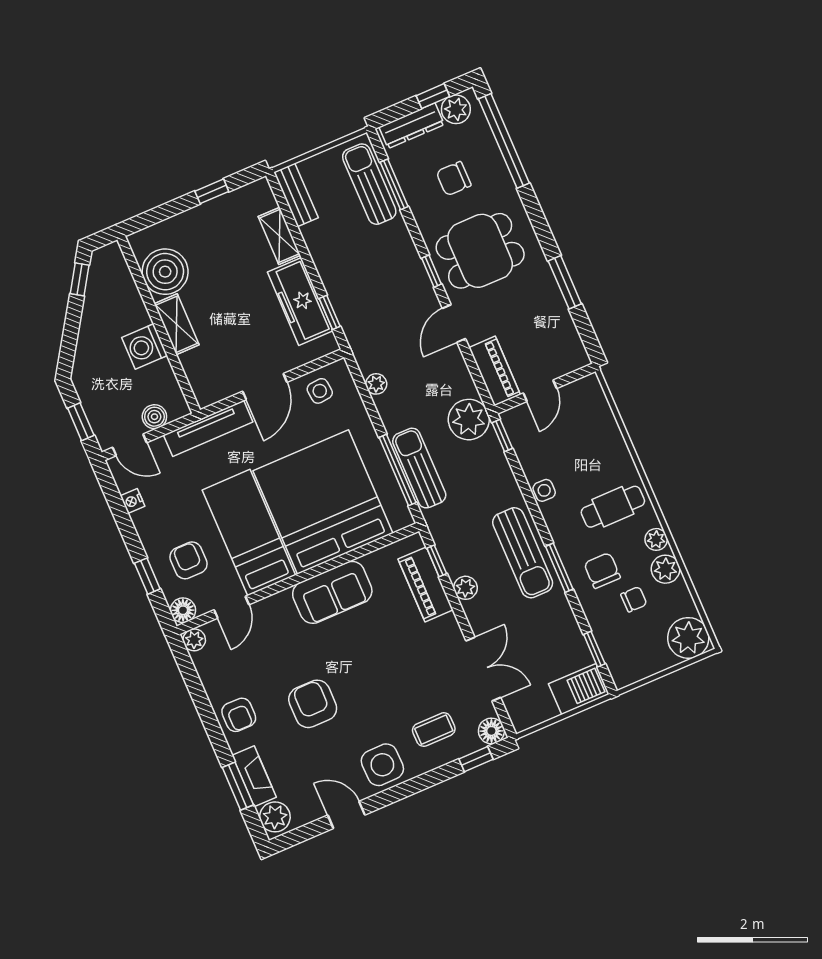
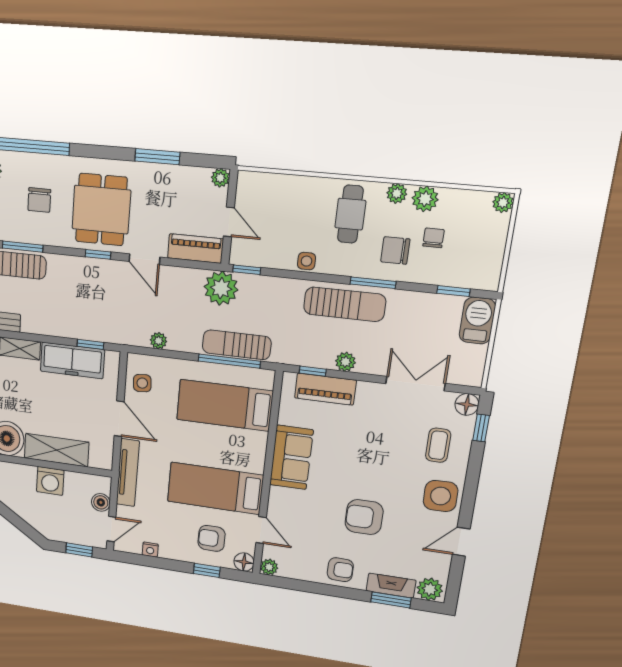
shelving: (177, 324) -> (57, 450), width x1.50, depth x1.33
plant: (579, 358) -> (220, 178), added
bed: (323, 502) -> (225, 405), width x0.49
plant: (688, 638) -> (503, 203), width x0.53, depth x0.53

